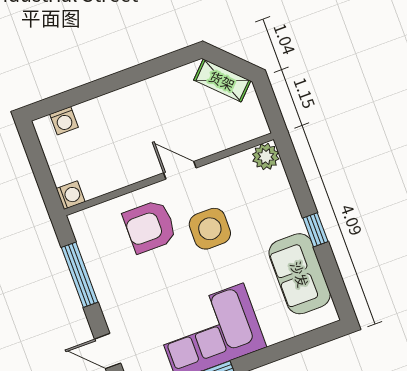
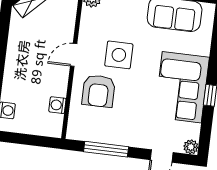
washing machine: (71, 195) -> (57, 105), moved, turned -90

